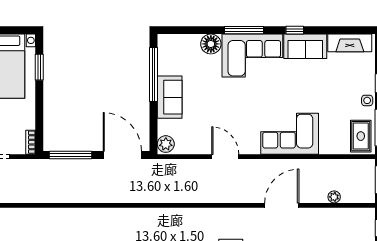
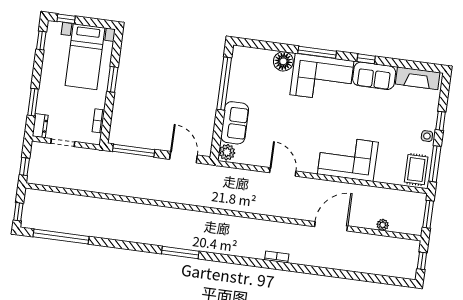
window: (39, 67) -> (112, 79), moved
sofa: (170, 97) -> (235, 123), moved
bookcase: (31, 142) -> (98, 121), moved
door: (122, 155) -> (184, 157), width x0.73

